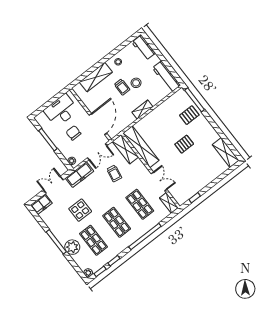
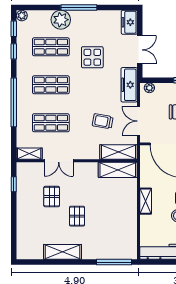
pallet: (189, 115) -> (52, 197), moved
shelving: (141, 147) -> (118, 170), width x0.68
shelving: (226, 153) -> (62, 252), moved

